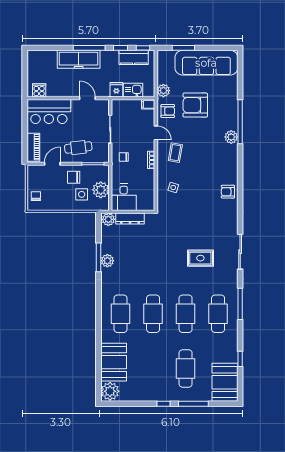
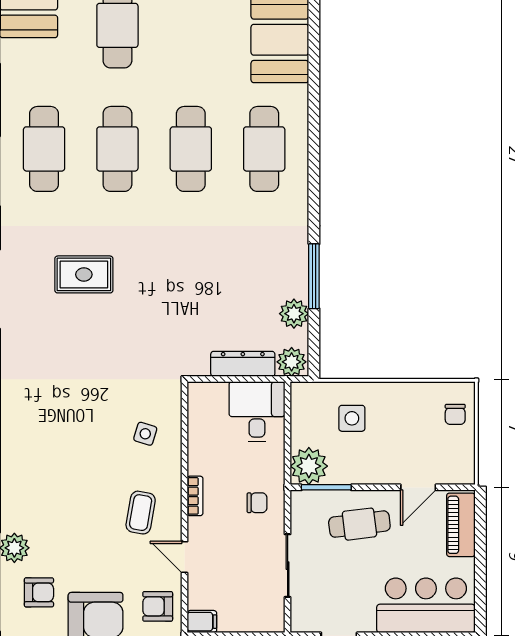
chair: (74, 177) -> (370, 457), removed
plant: (101, 190) -> (309, 466), moved
armchair: (228, 192) -> (39, 592), moved
plant: (107, 261) -> (294, 314), moved

